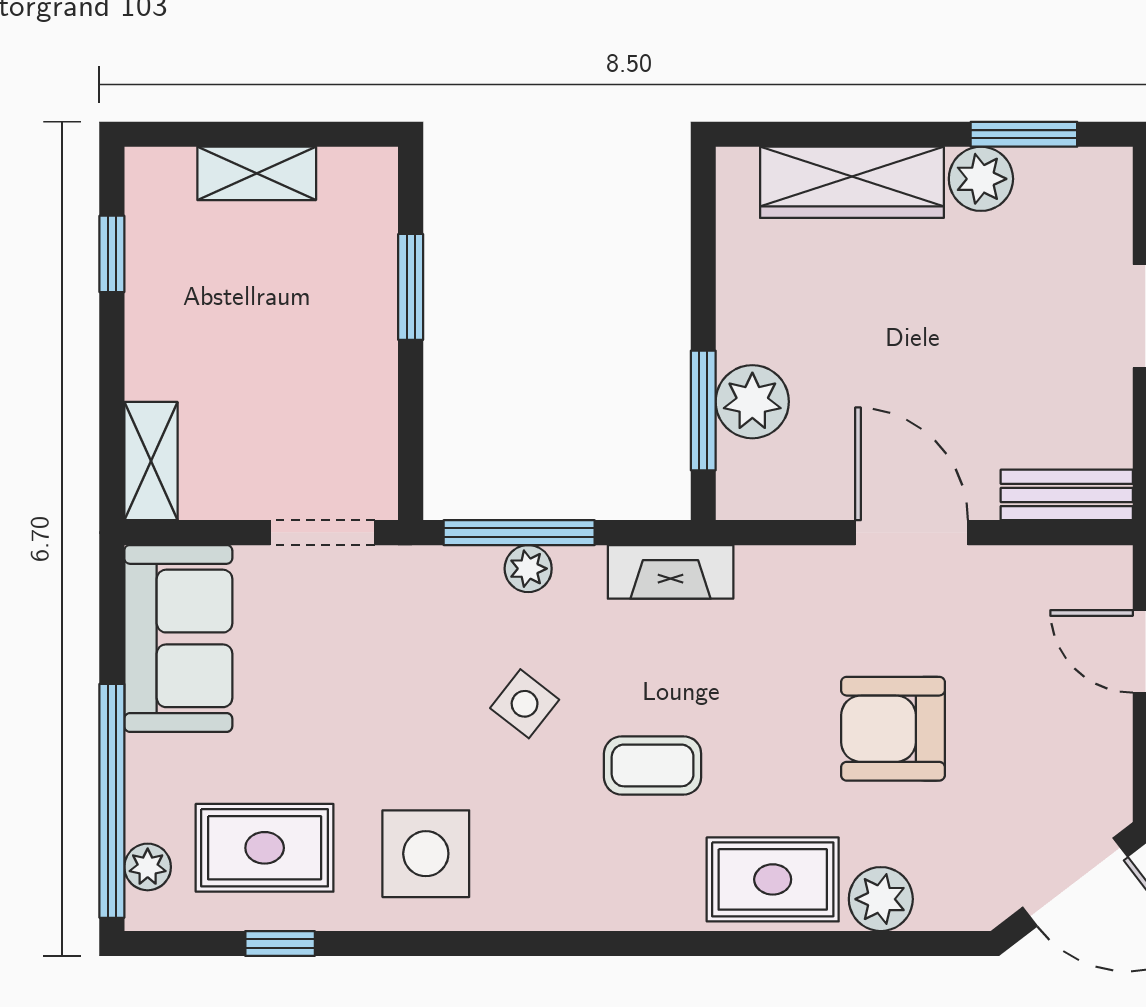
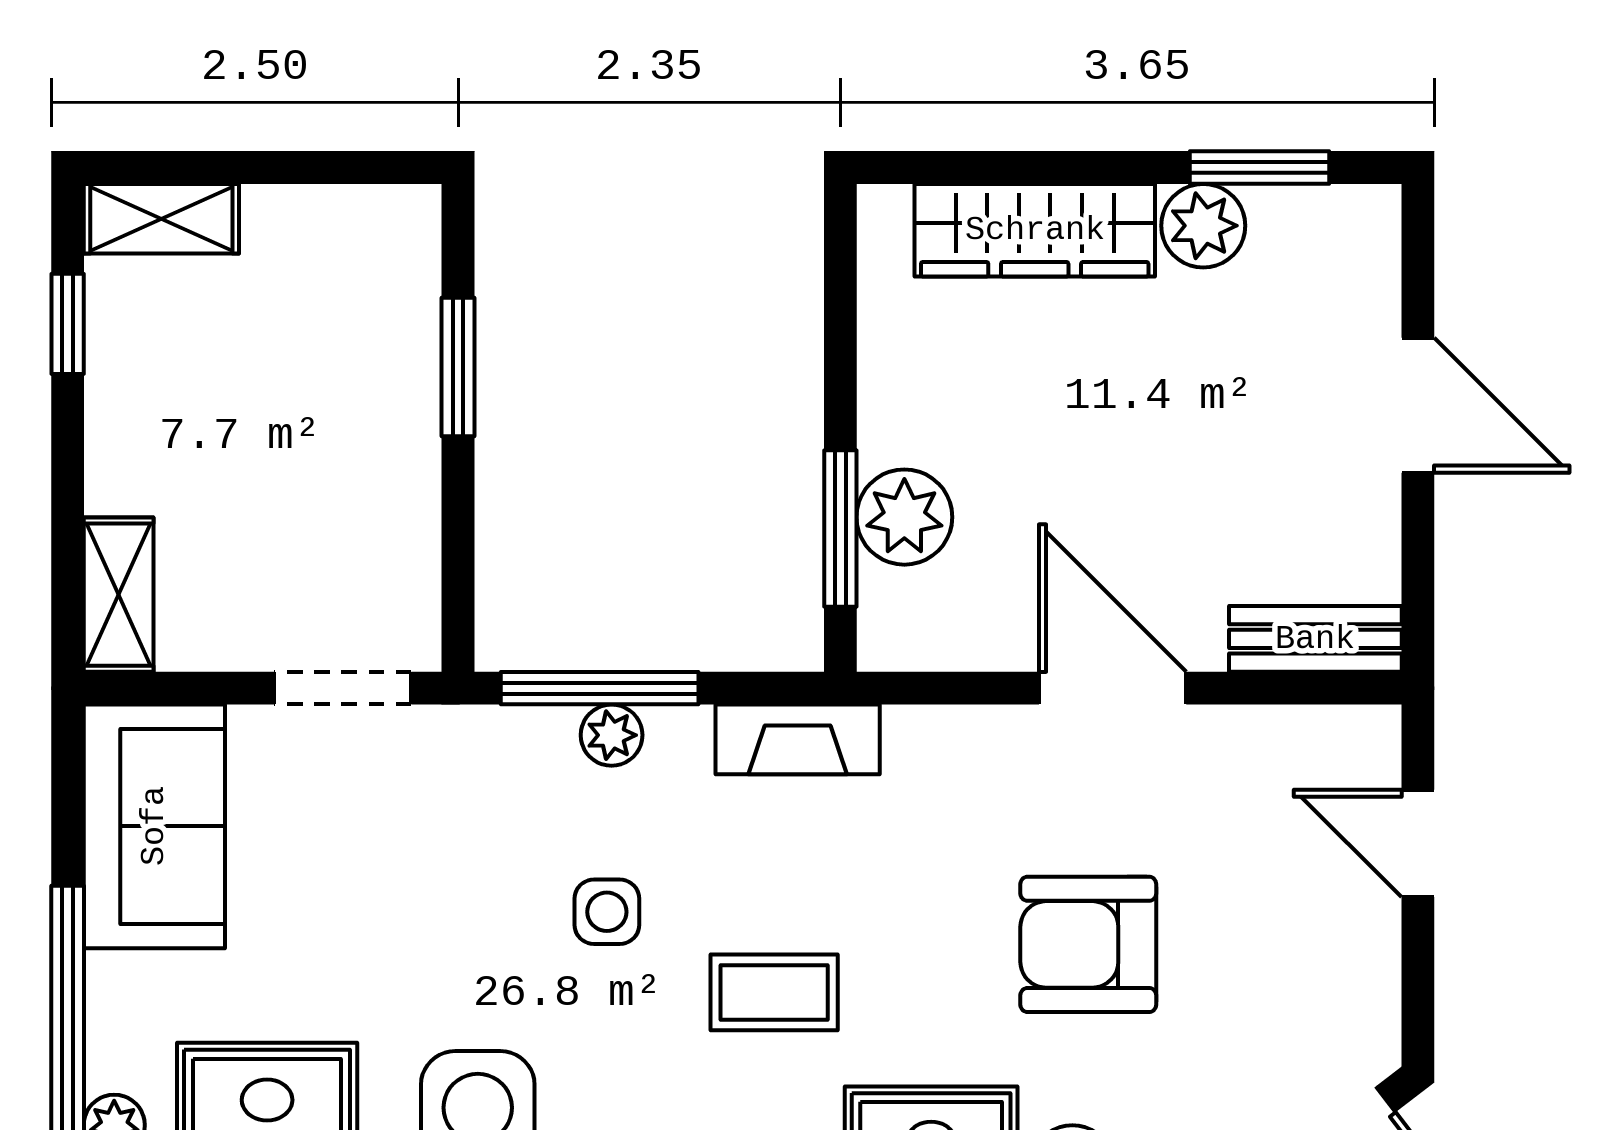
shelving: (257, 173) -> (161, 219), moved
side table: (525, 704) -> (607, 912), turned -38

